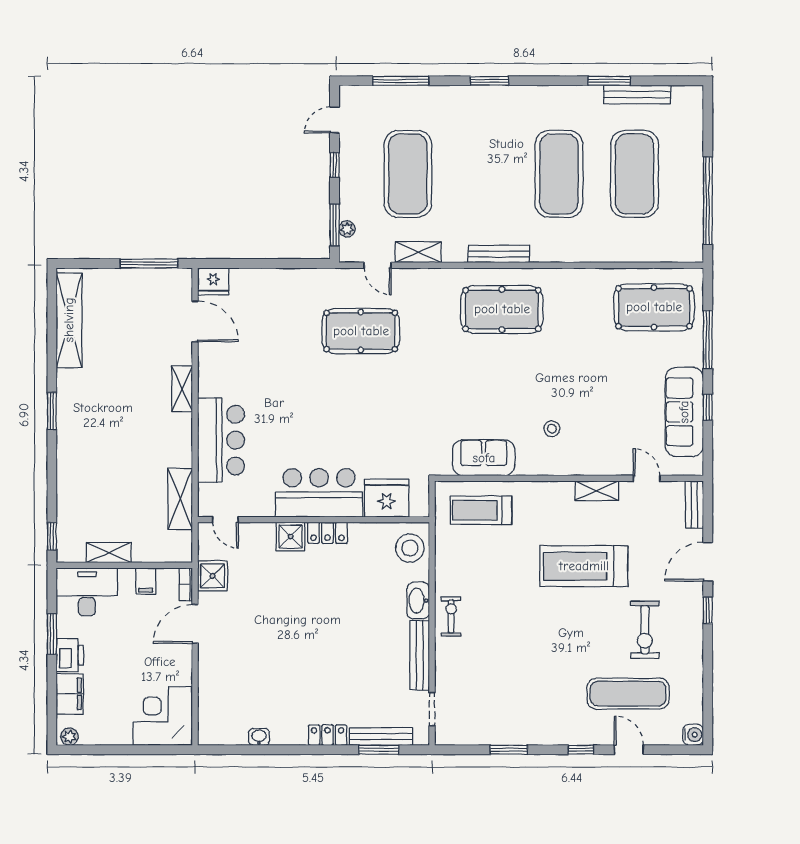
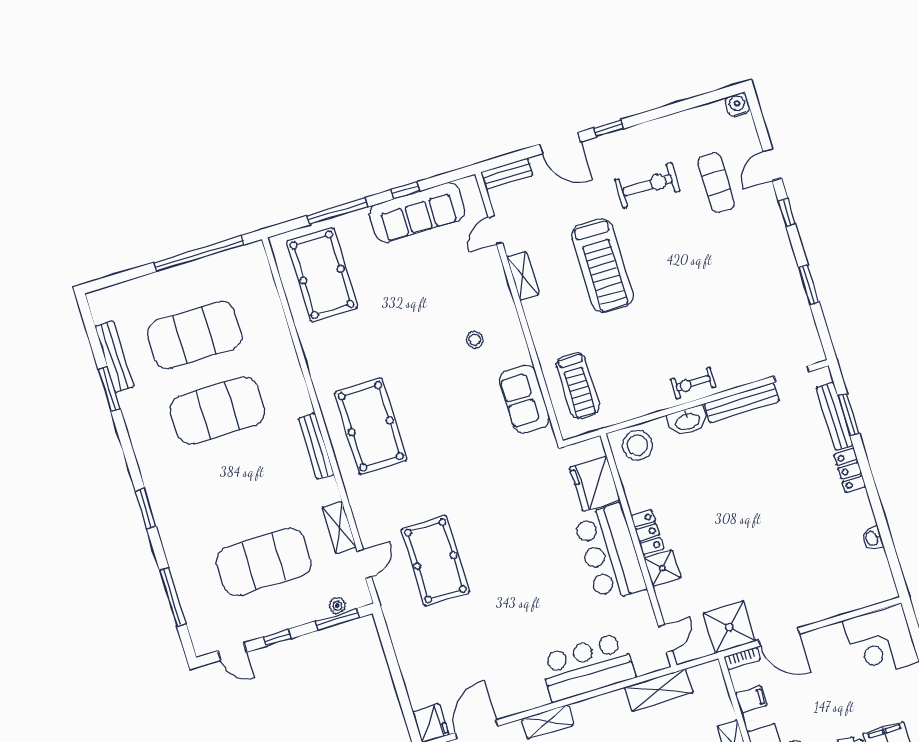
shower: (213, 576) -> (729, 627), width x1.36, depth x1.36
exercise mat: (628, 694) -> (716, 182), width x0.73, depth x0.69

